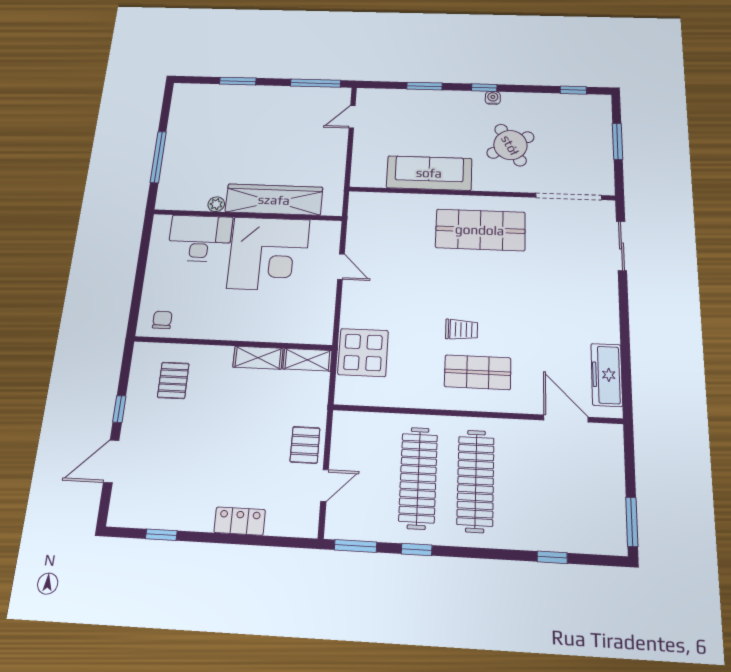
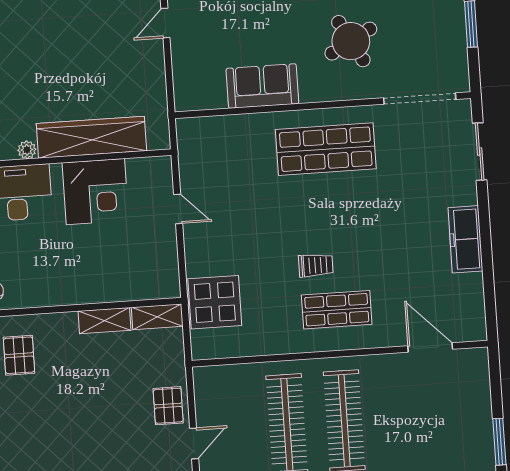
sofa: (429, 173) -> (262, 86), width x0.73
corner desk: (269, 254) -> (95, 192), width x0.74, depth x0.74
freezer: (607, 375) -> (465, 239), moved

